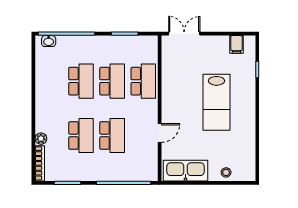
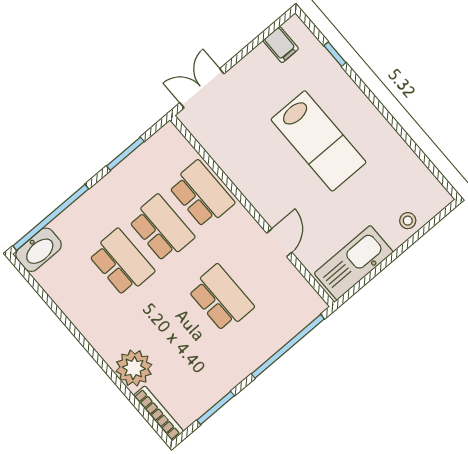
washbasin: (49, 41) -> (39, 250), width x1.91, depth x1.45
school desk: (81, 135) -> (181, 332), removed
plant: (41, 139) -> (134, 368), width x1.88, depth x1.88

